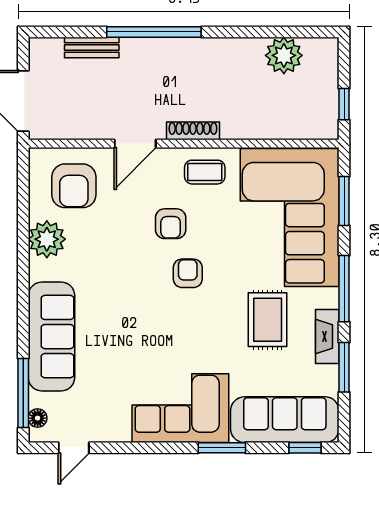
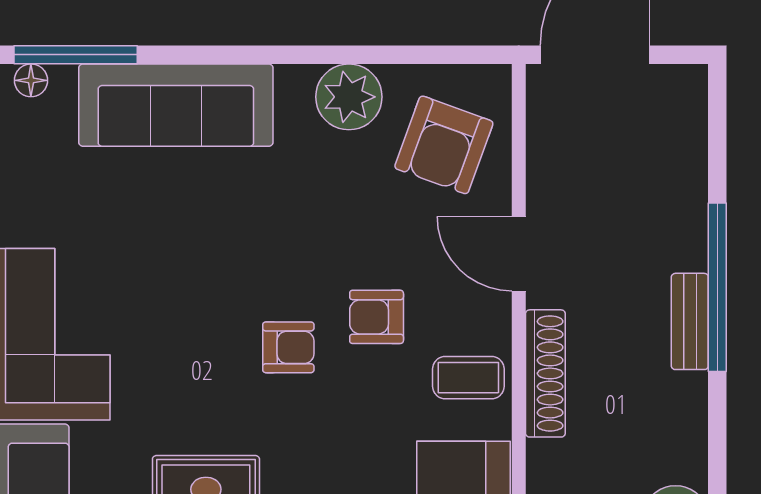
bench: (92, 47) -> (690, 321), moved
shoe rack: (193, 131) -> (545, 373), width x1.36, depth x1.24
coffee table: (205, 172) -> (468, 378), turned 90
armchair: (74, 186) -> (444, 145), turned -70

